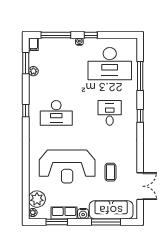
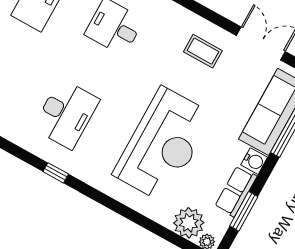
window: (26, 111) -> (56, 173), moved
coffee table: (110, 172) -> (203, 51), moved

